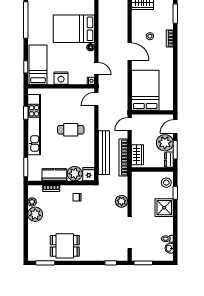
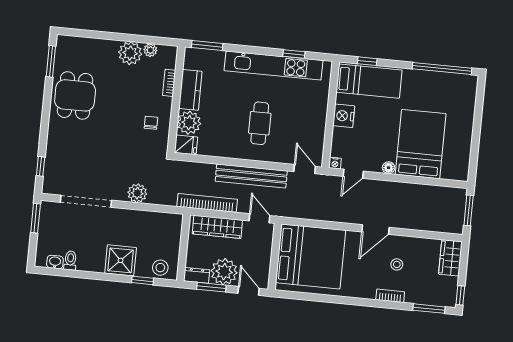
bed: (145, 90) -> (311, 256), width x1.36
bench: (104, 153) -> (251, 176), moved
wardrobe: (138, 155) -> (217, 227), width x1.50

